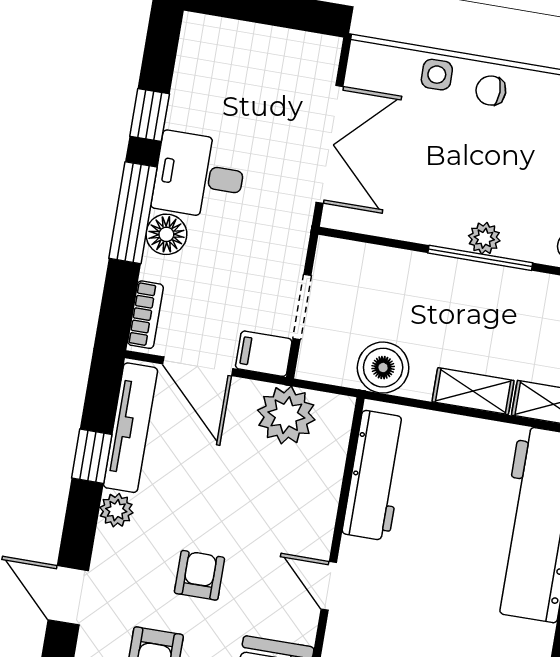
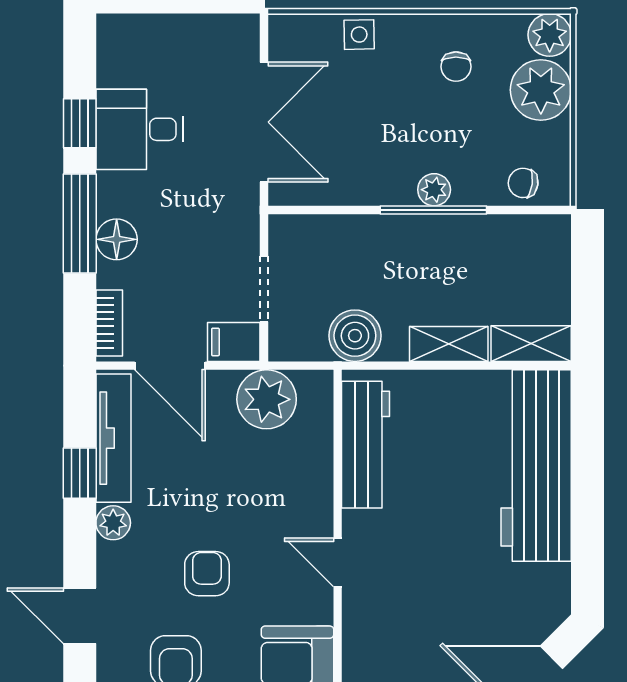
chair: (491, 91) -> (456, 67), moved, turned -90
desk: (199, 176) -> (139, 129), moved

